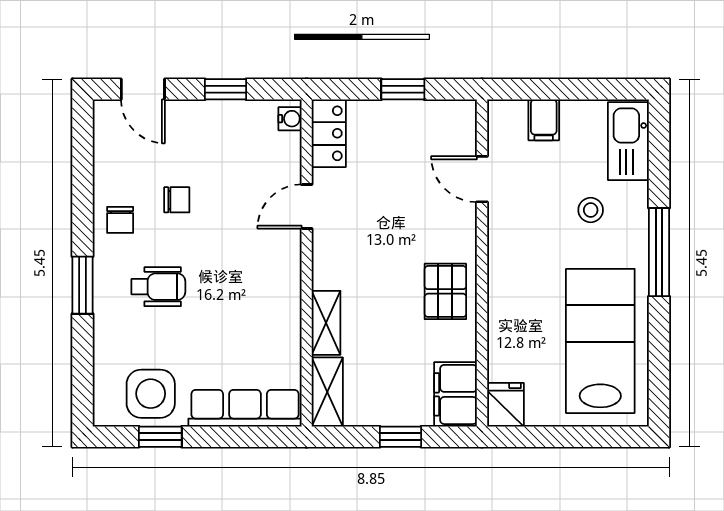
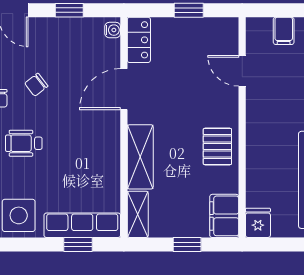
chair: (177, 200) -> (36, 85), turned 142
door: (307, 206) -> (124, 89), width x1.38
wheelchair: (158, 287) -> (24, 143), turned 180
shelving: (326, 323) -> (140, 157), width x1.50, depth x1.33
window: (160, 437) -> (78, 244), moved

